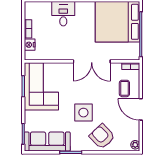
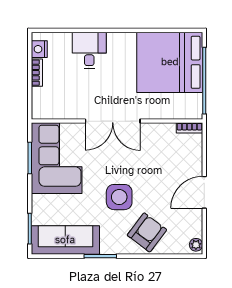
nightstand: (30, 45) -> (39, 49), moved
double door: (92, 61) -> (113, 121), moved
coffee table: (124, 88) -> (180, 161), removed
door: (141, 109) -> (204, 192), hinge flipped
armchair: (102, 136) -> (147, 232), turned 81

